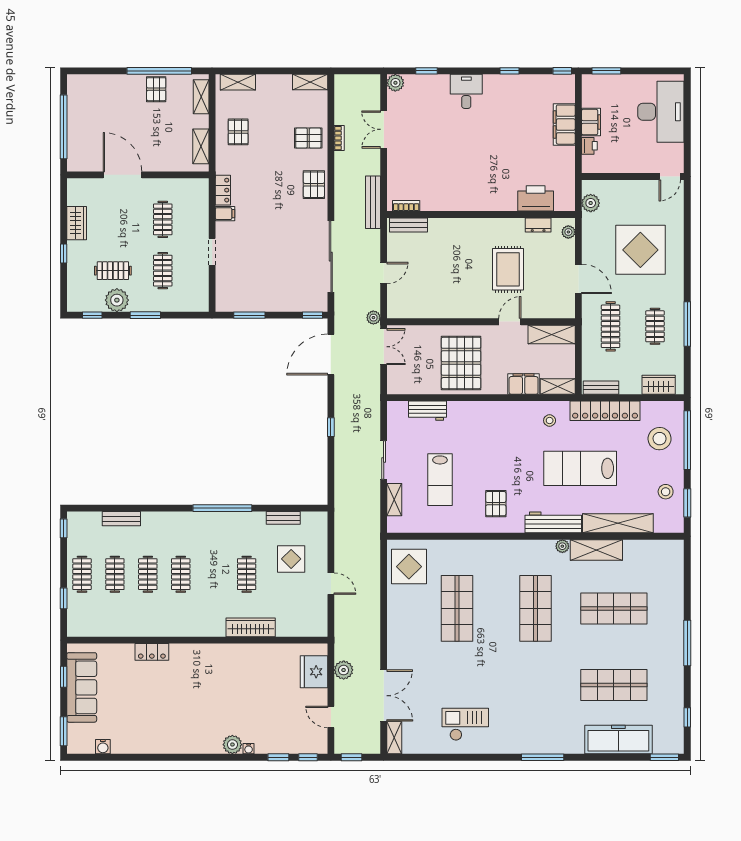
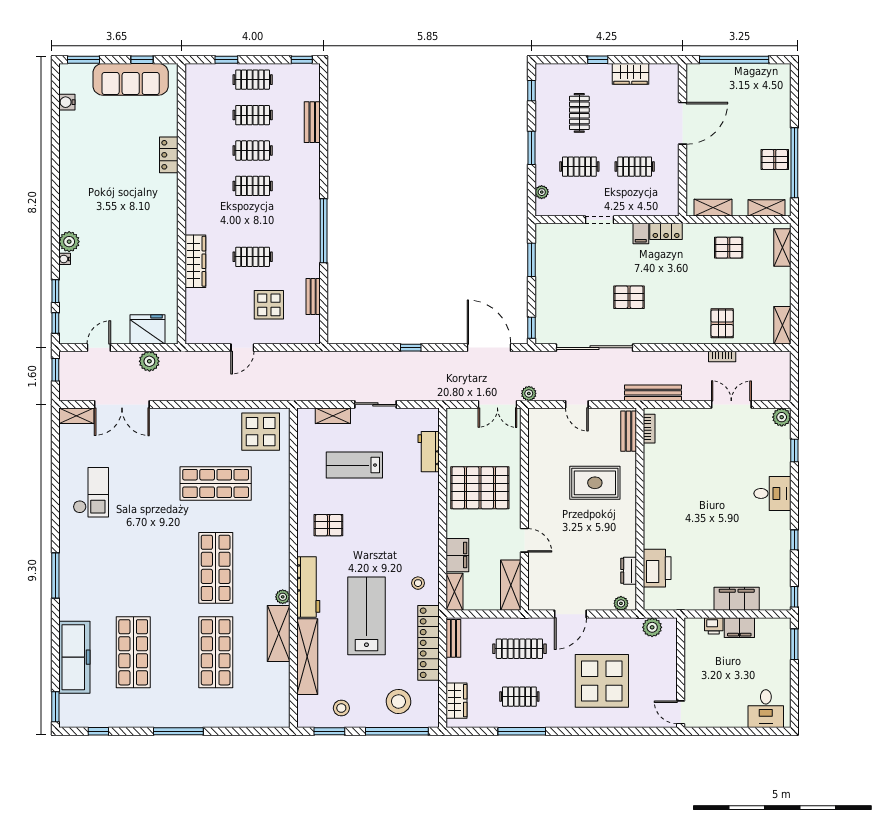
desk: (661, 112) -> (766, 709), width x0.53, depth x0.77
pallet: (314, 185) -> (629, 297), moved
rug: (508, 269) -> (595, 483), moved
plant: (117, 300) -> (542, 192), moved, width x0.53, depth x0.53
shop shelf: (535, 608) -> (216, 568), turned 90

